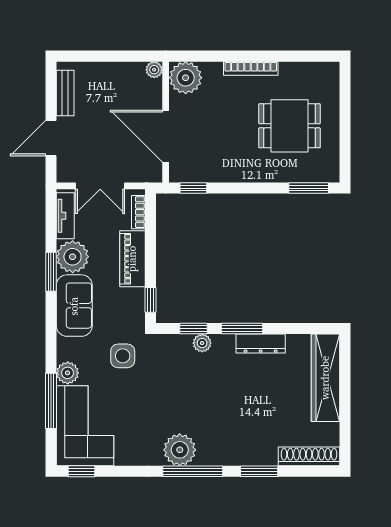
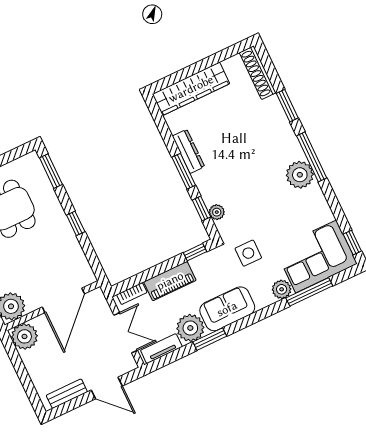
plant: (154, 70) -> (24, 336), width x1.88, depth x1.88
window: (193, 188) -> (76, 223), moved
plant: (202, 343) -> (217, 212), moved

